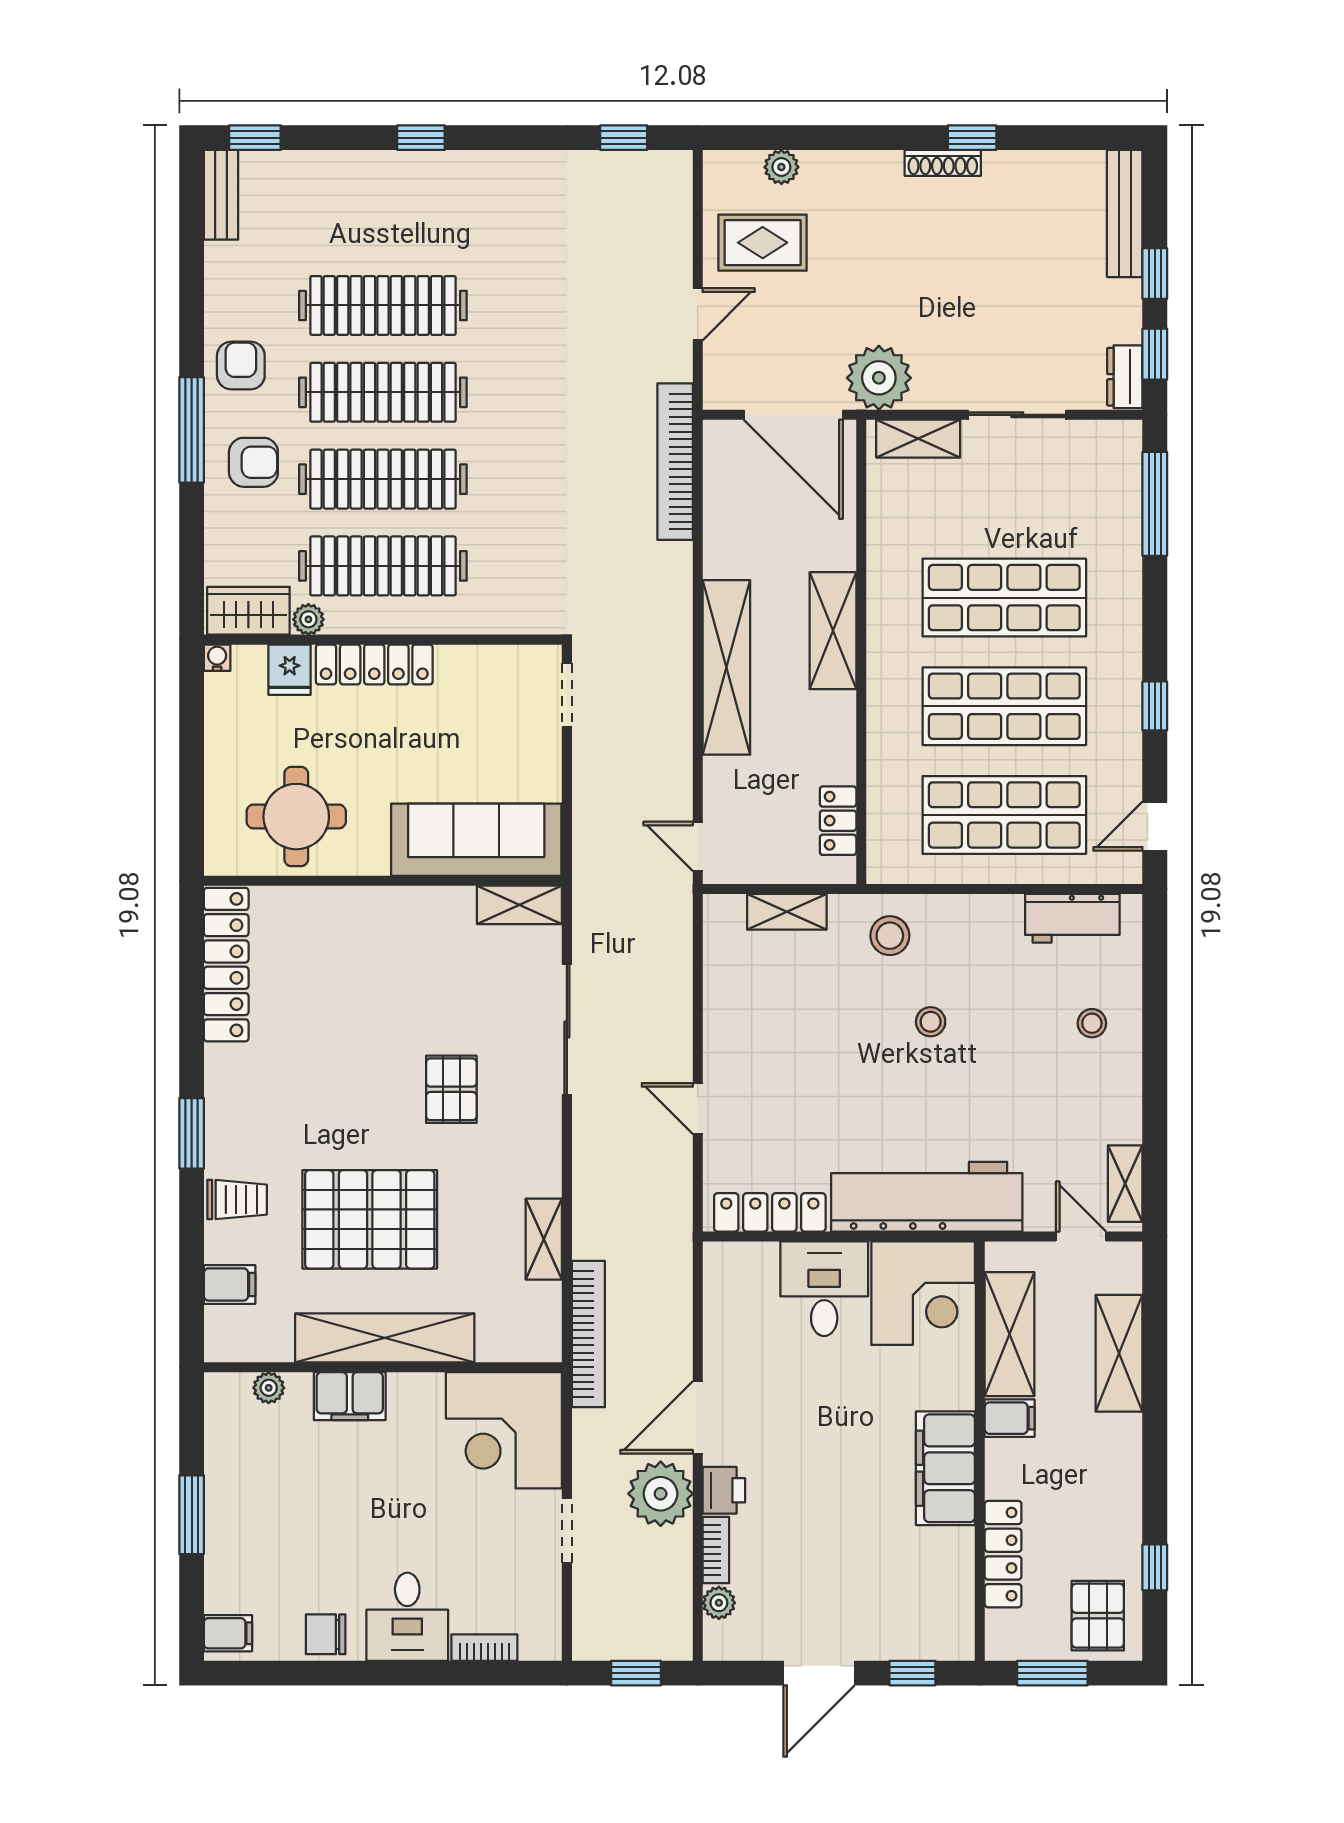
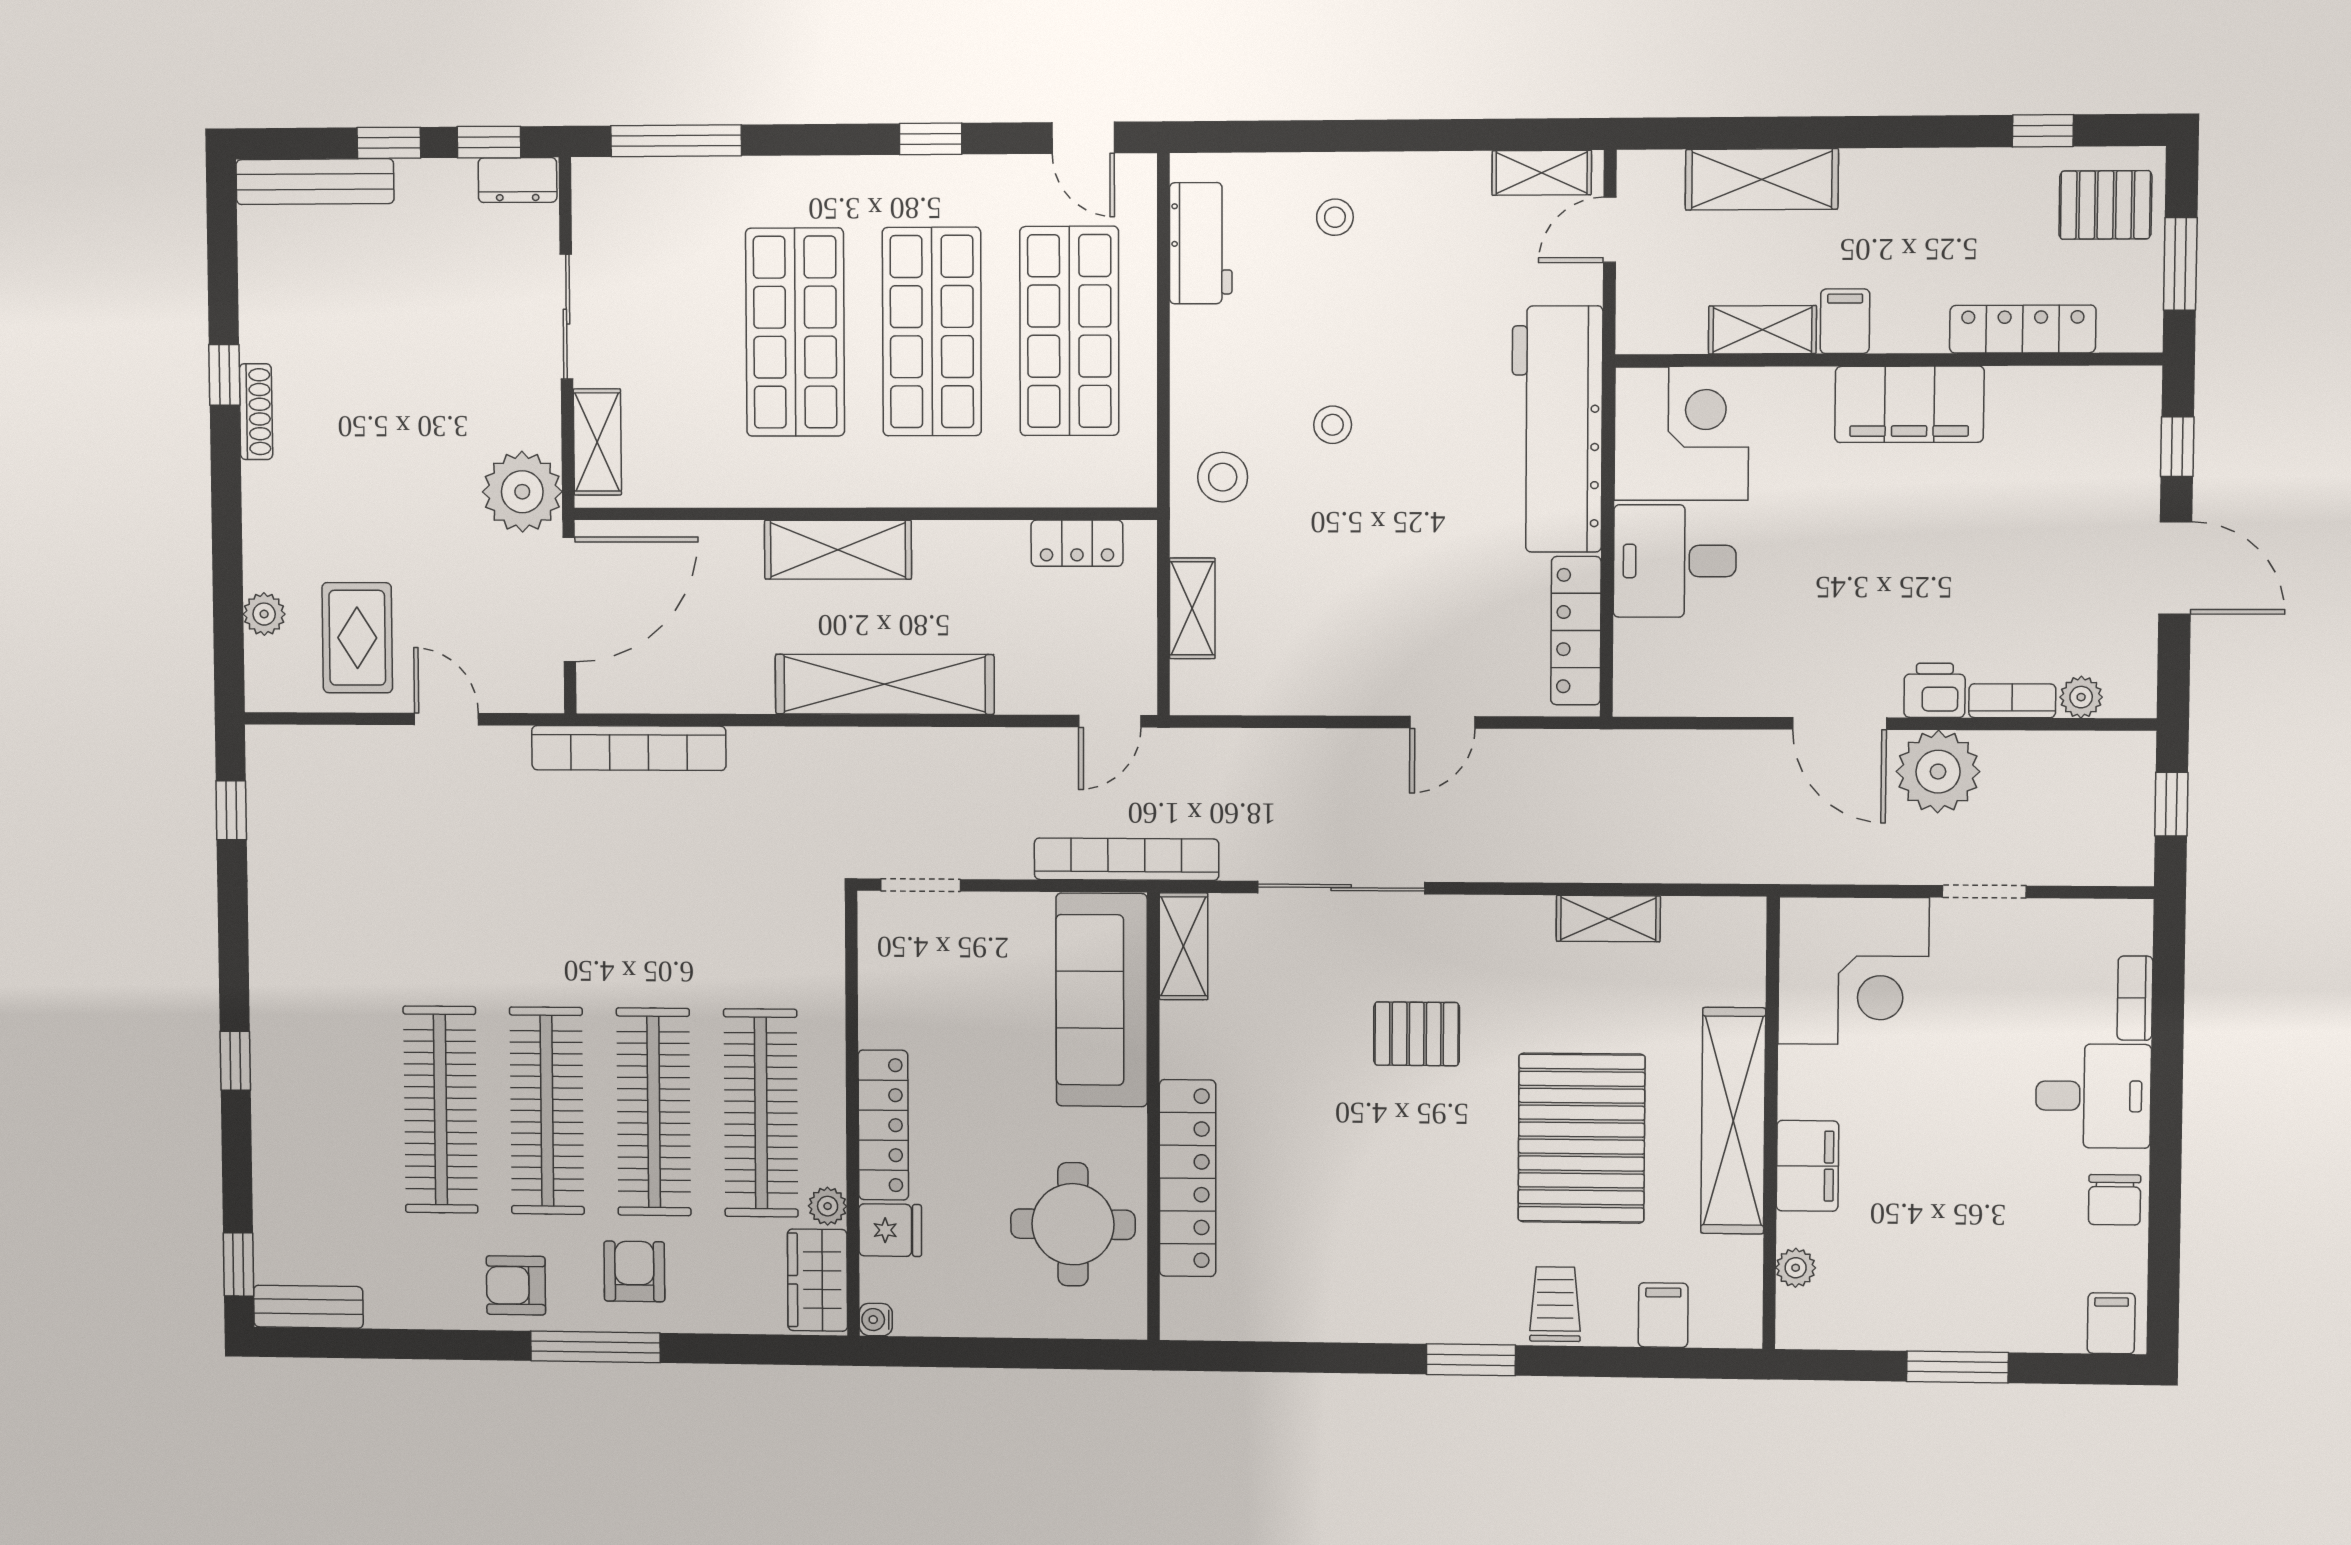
locker: (226, 965) -> (1188, 1178), moved, turned 90
bookcase: (588, 1334) -> (1126, 859), moved
shelving: (1009, 1334) -> (1762, 330), width x0.67, depth x0.75

